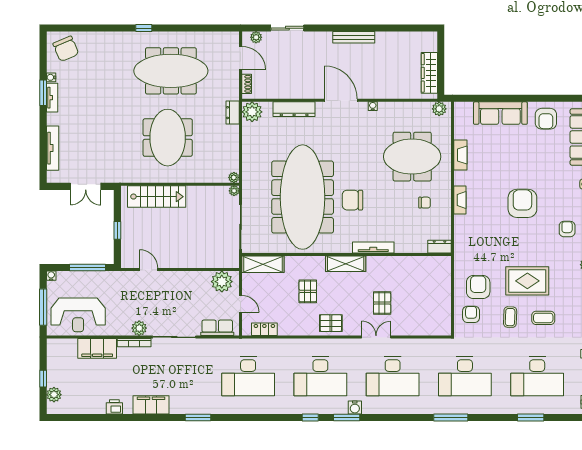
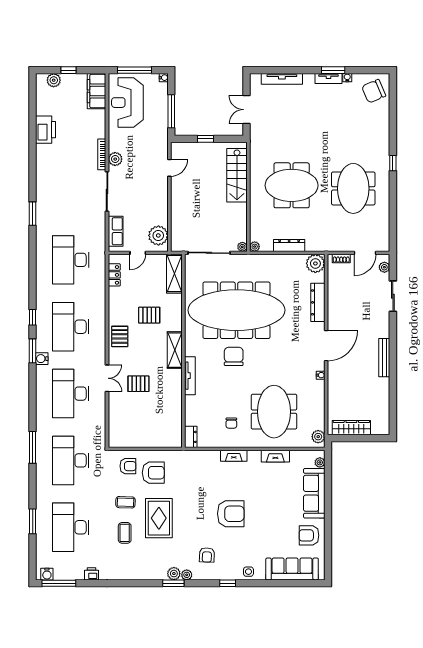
meeting table: (171, 71) -> (353, 188), width x0.73
plant: (467, 107) -> (320, 462), added
dresser: (233, 113) -> (289, 245), moved, width x1.44
armchair: (567, 229) -> (207, 555), turned 92
filing cabinet: (97, 348) -> (97, 91), moved
filing cabinet: (151, 405) -> (44, 170), removed
printer: (114, 407) -> (46, 130), width x1.87, depth x1.48

